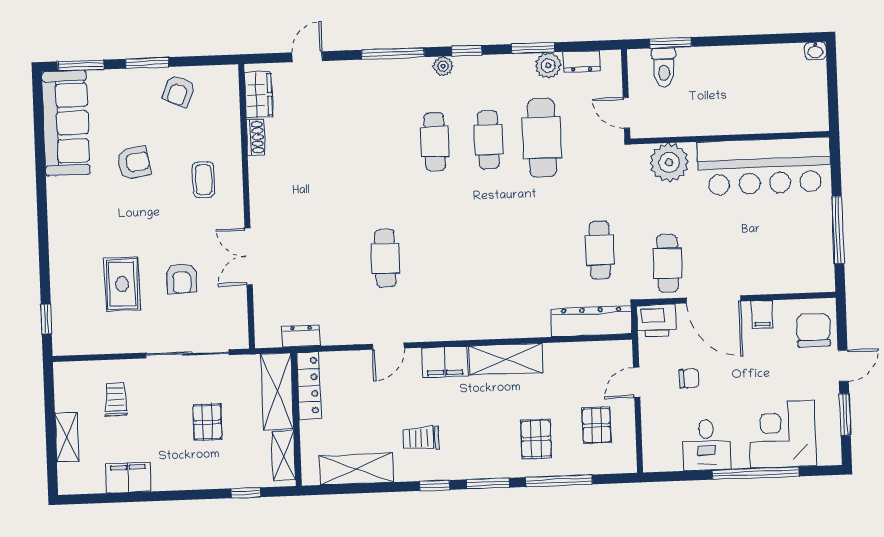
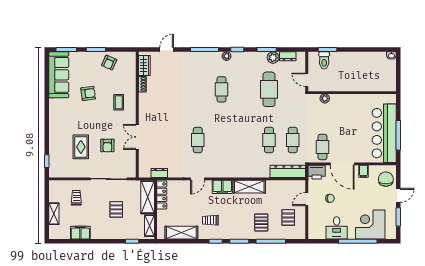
cafe table: (488, 140) -> (269, 140), moved
plant: (669, 162) -> (325, 98), width x0.53, depth x0.53
bar counter: (764, 166) -> (384, 133), moved, turned 90

